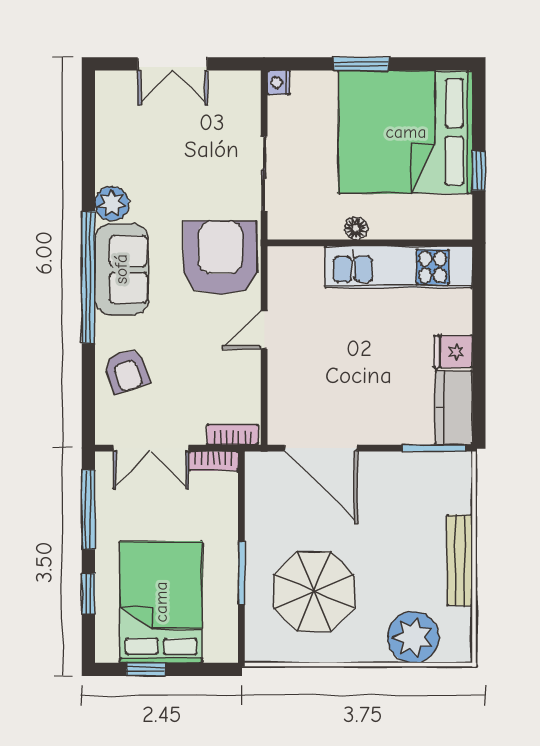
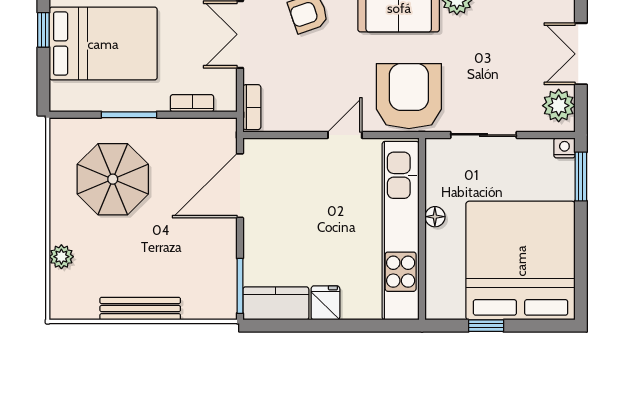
window: (361, 64) -> (581, 177), moved
plant: (231, 89) -> (559, 106), added
armchair: (220, 258) -> (409, 96), turned -90
kitchen unit: (399, 267) -> (401, 231), width x1.36
door: (264, 330) -> (345, 135), hinge flipped
bookcase: (214, 461) -> (192, 103), moved, turned 90
plant: (413, 637) -> (61, 257), width x0.53, depth x0.53

